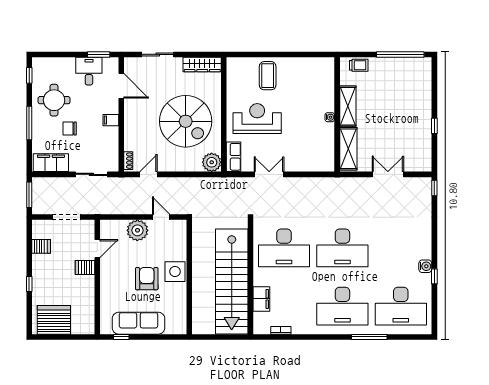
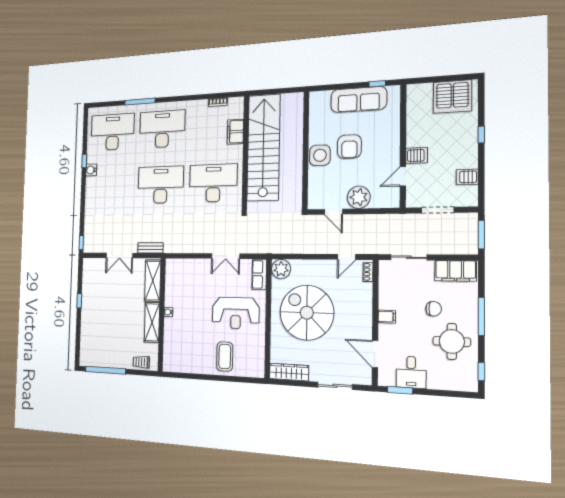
bench: (352, 183) -> (150, 248), added

